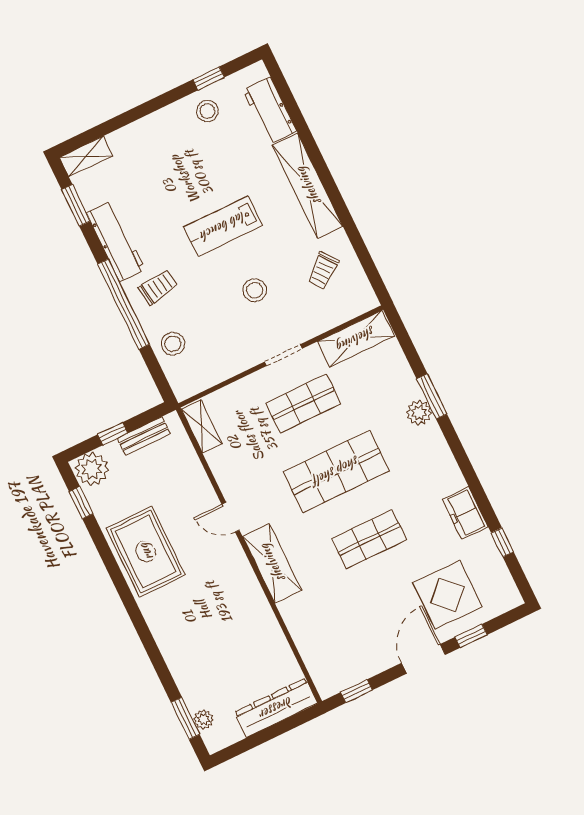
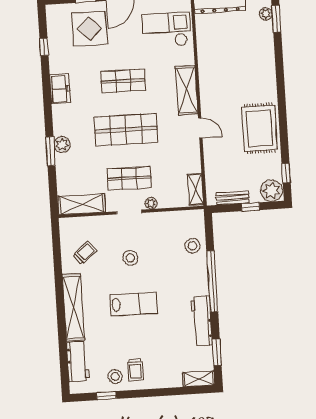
trolley: (158, 287) -> (135, 370), moved, turned -82
plant: (257, 381) -> (151, 203), added
freezer: (465, 513) -> (60, 89), moved
checkout: (336, 638) -> (167, 30), added

